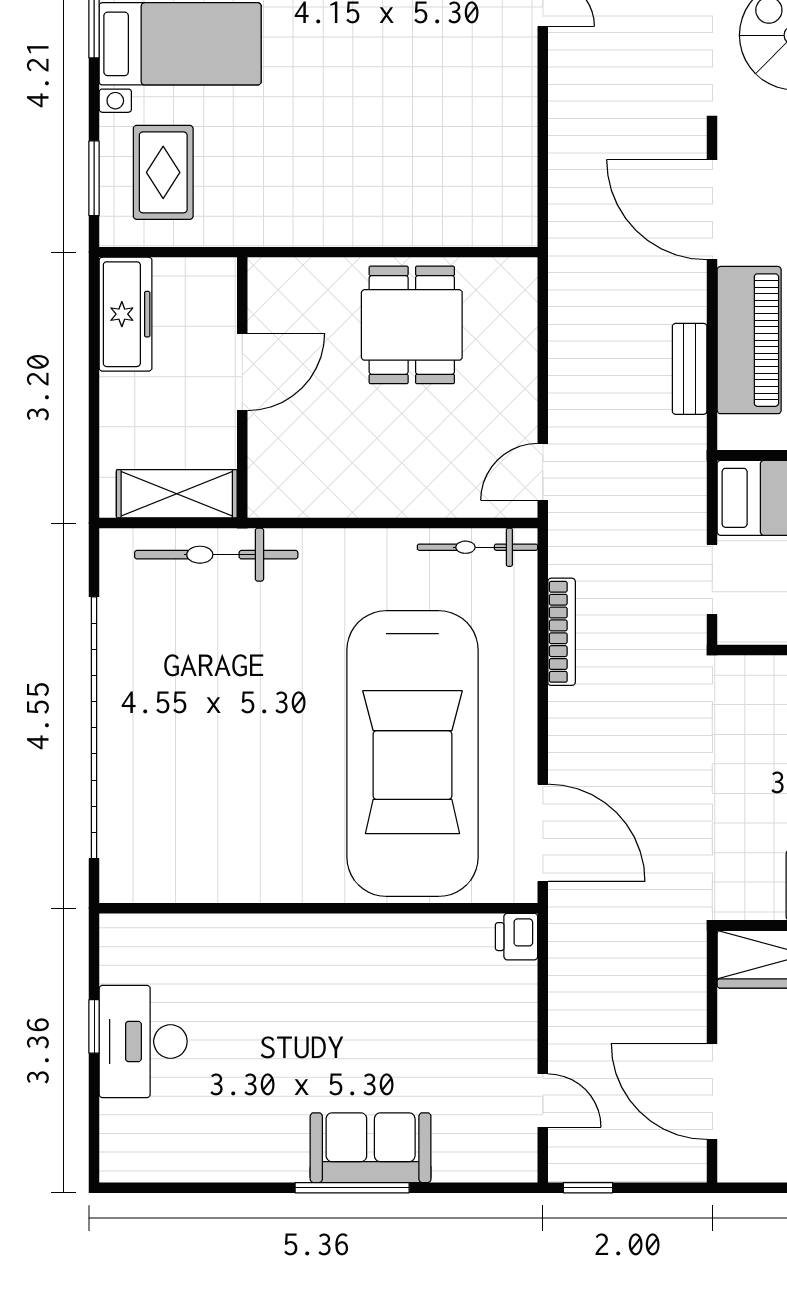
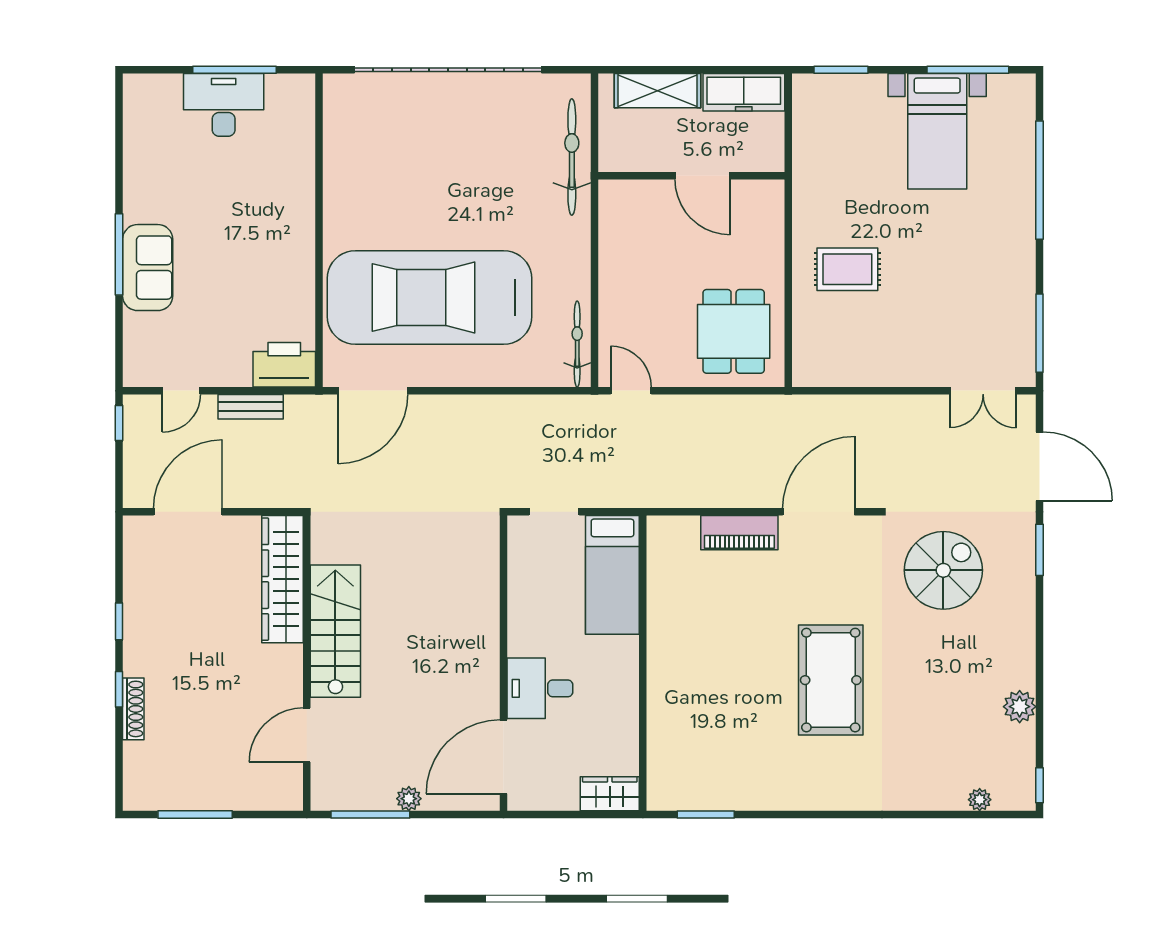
rug: (163, 172) -> (847, 269), moved
dining table: (412, 325) -> (734, 331), moved, turned 90
piano: (749, 340) -> (739, 533), width x0.73, depth x0.75
bench: (690, 369) -> (251, 407), moved
shelving: (177, 494) -> (658, 91), moved, turned 90
bookcase: (562, 632) -> (517, 404), removed
printer: (517, 937) -> (284, 365), width x1.87, depth x1.48
window: (94, 1026) -> (234, 70), width x2.17

